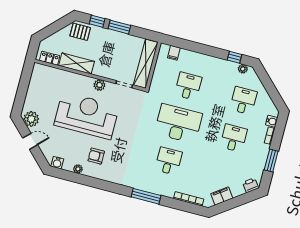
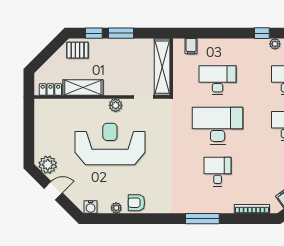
desk: (188, 86) -> (218, 80), width x1.37
armchair: (96, 156) -> (136, 203), moved

